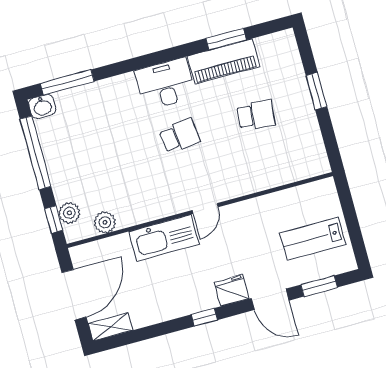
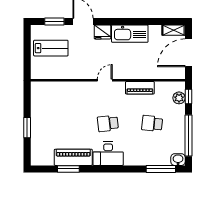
school desk: (256, 115) -> (152, 123), moved
piano: (141, 212) -> (140, 88), added
plant: (105, 222) -> (161, 88), removed
kitchen sink: (164, 238) -> (130, 34), moved, turned 180
window: (204, 317) -> (121, 21), removed

